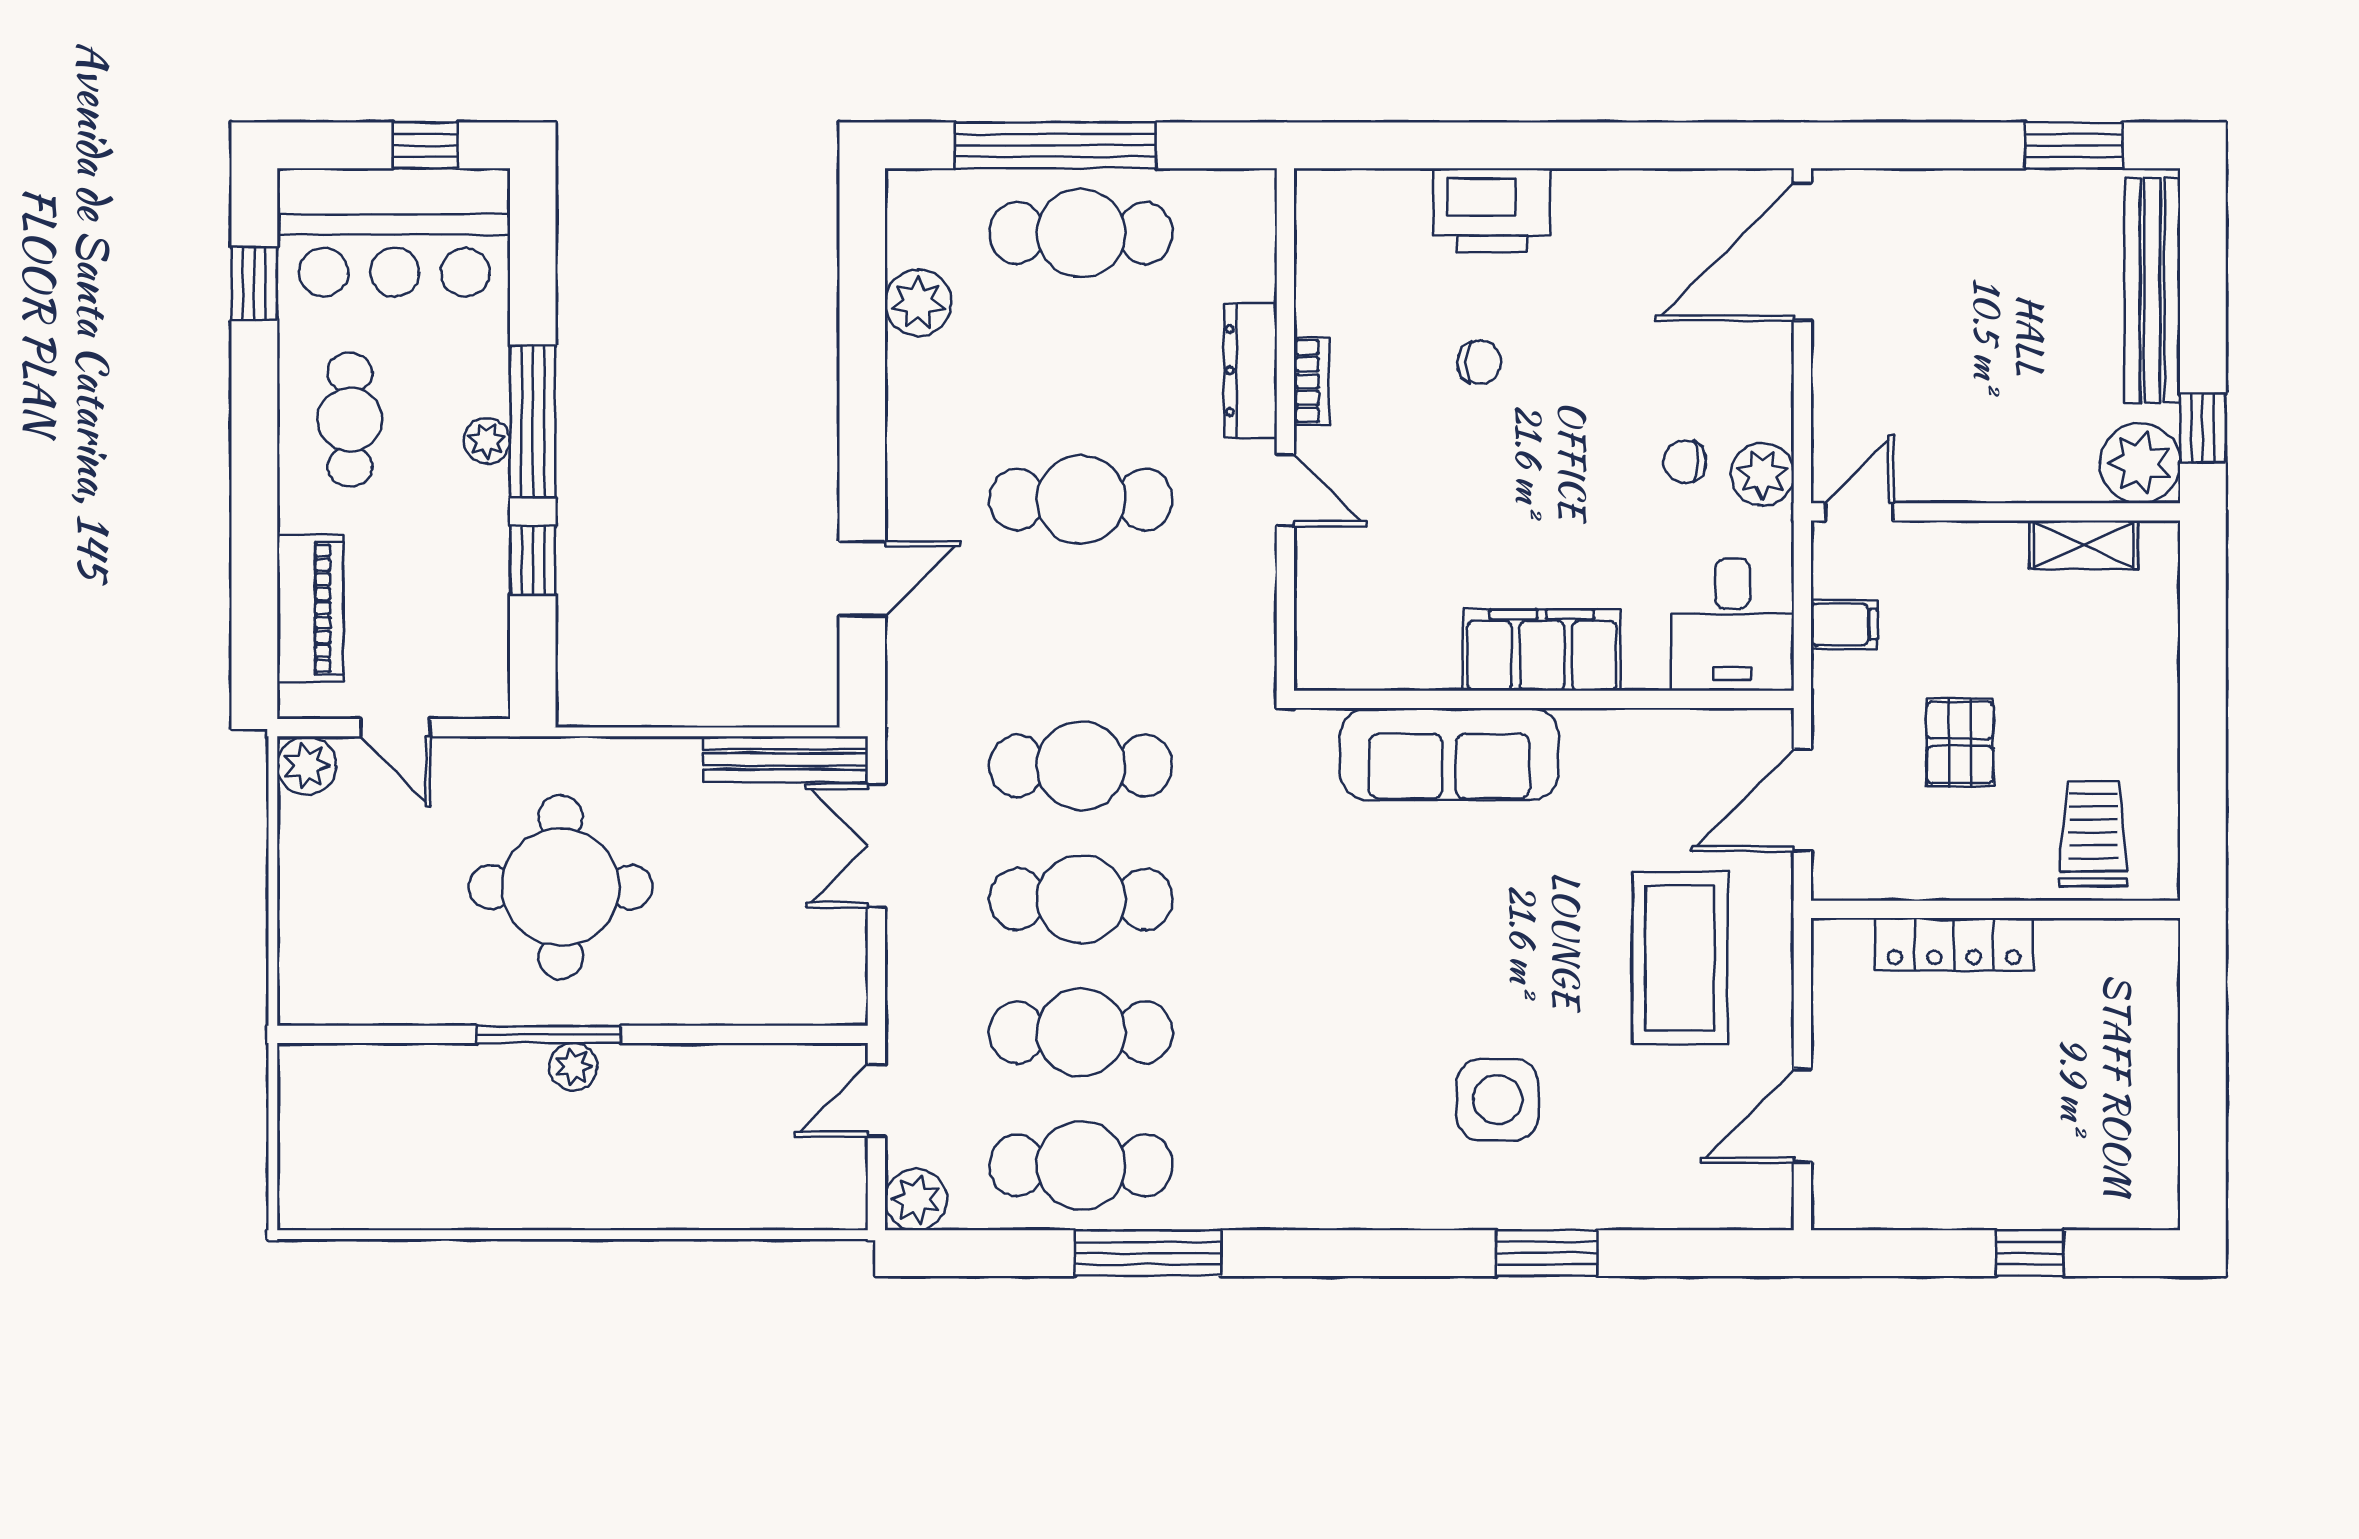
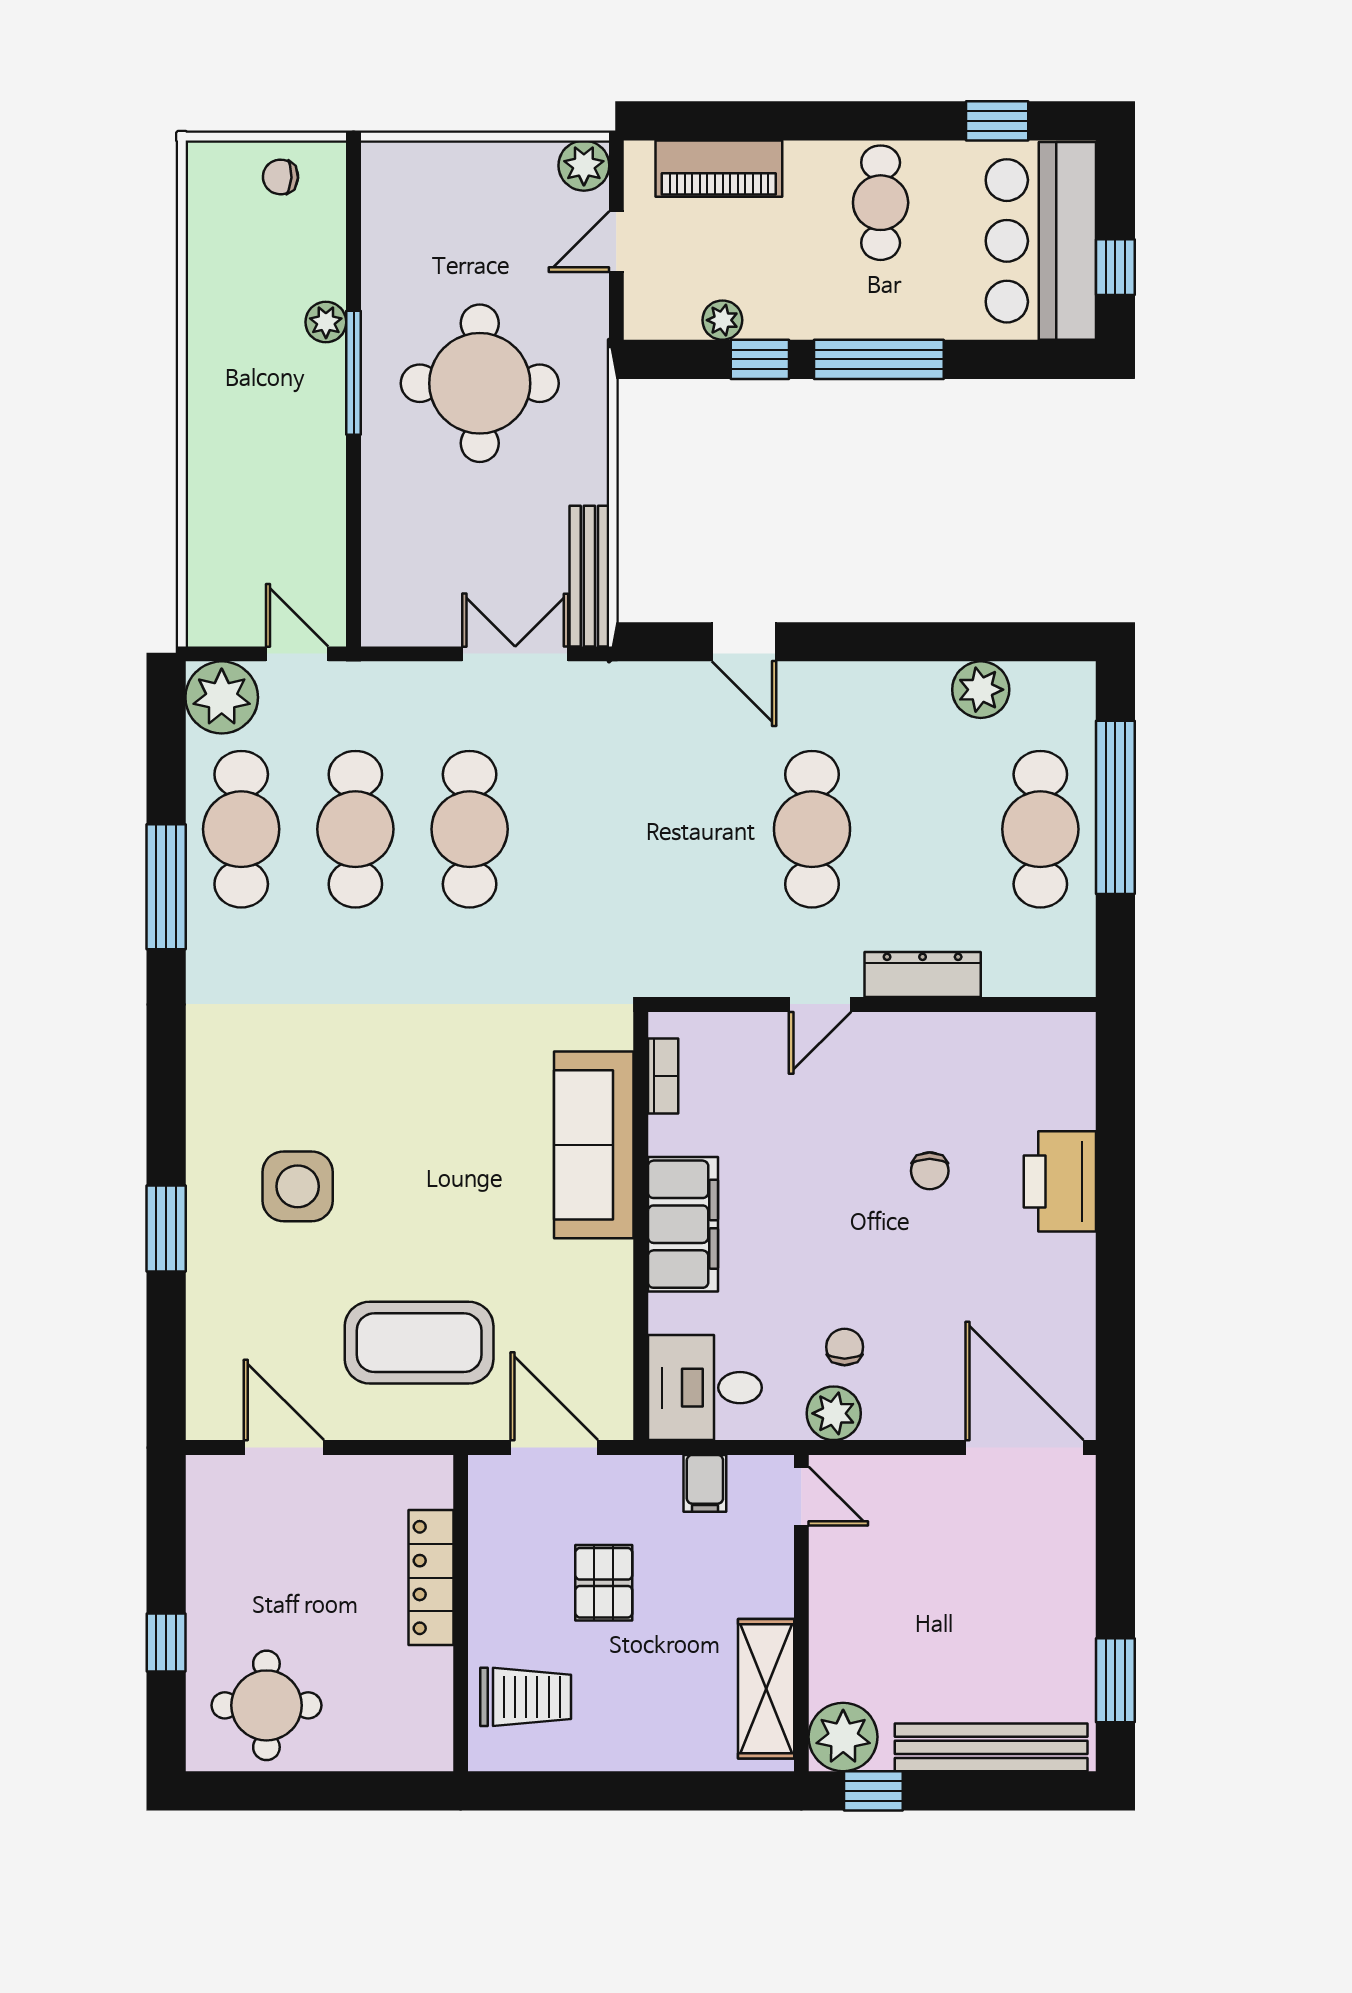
bookcase: (1312, 381) -> (663, 1076), moved, turned -90
cafe table: (350, 420) -> (881, 203), turned 90
plant: (487, 441) -> (722, 320), moved
shelving: (2084, 545) -> (766, 1689), width x1.50, depth x1.33
pallet: (1960, 742) -> (604, 1583), turned 90
cafe table: (1081, 766) -> (584, 829), removed
plant: (573, 1067) -> (326, 322), moved
chair: (320, 1120) -> (280, 177), added
round table: (2103, 1136) -> (266, 1705), added
plant: (916, 1200) -> (222, 697), width x1.36, depth x1.36

